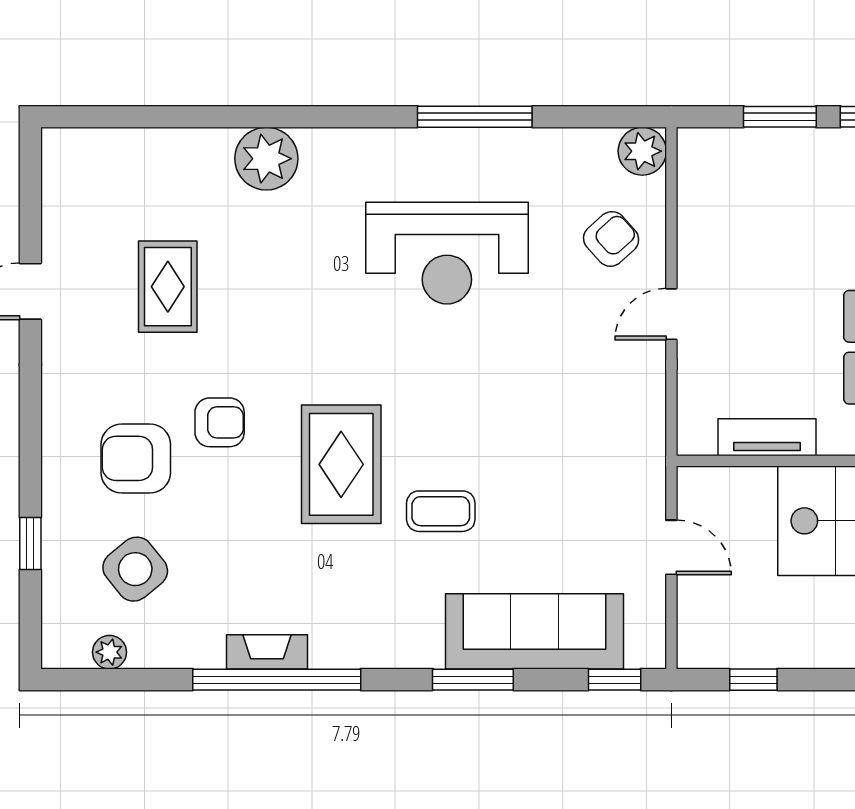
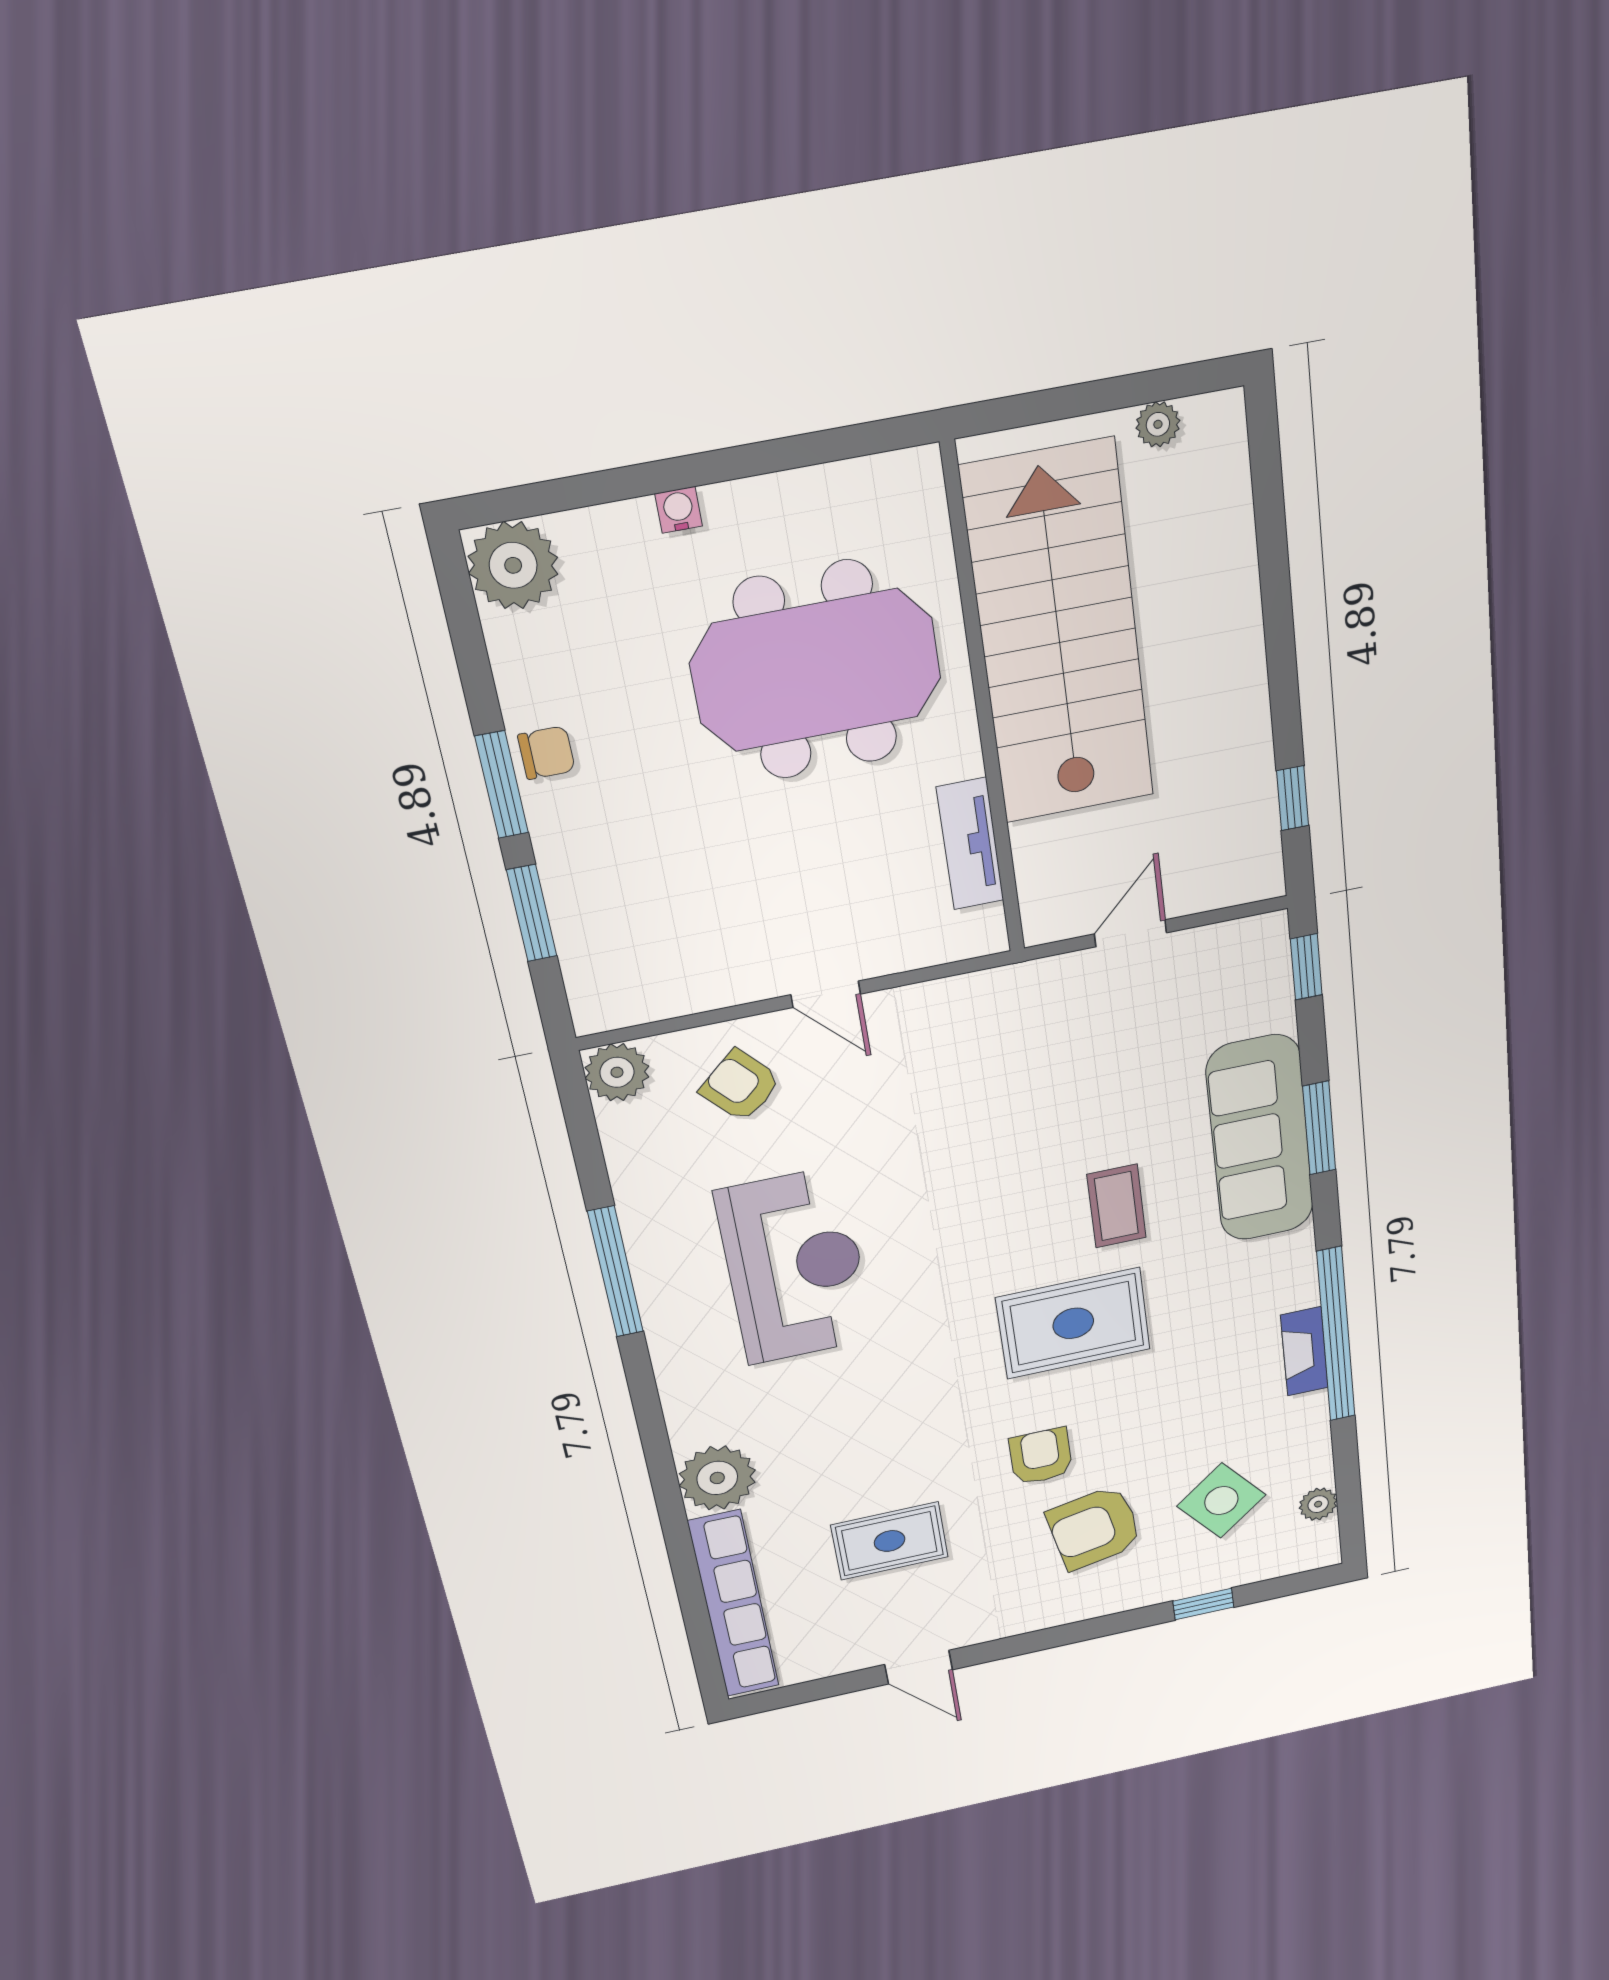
row of seats: (138, 149) -> (734, 1604), added
armchair: (136, 458) -> (1094, 1528), turned 79
sofa: (534, 631) -> (1260, 1139), moved

